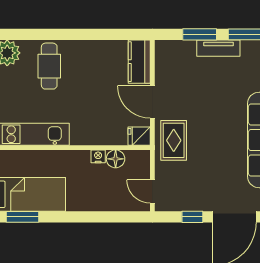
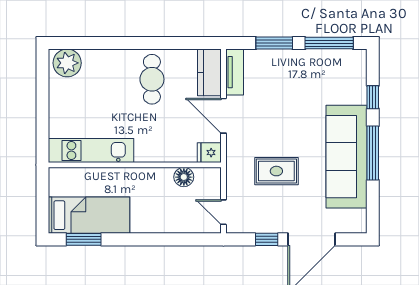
tv unit: (218, 48) -> (235, 72), moved, turned -90
cafe table: (49, 66) -> (152, 79), moved
rug: (174, 140) -> (276, 171), moved, turned 90
nightstand: (98, 156) -> (165, 174), removed

